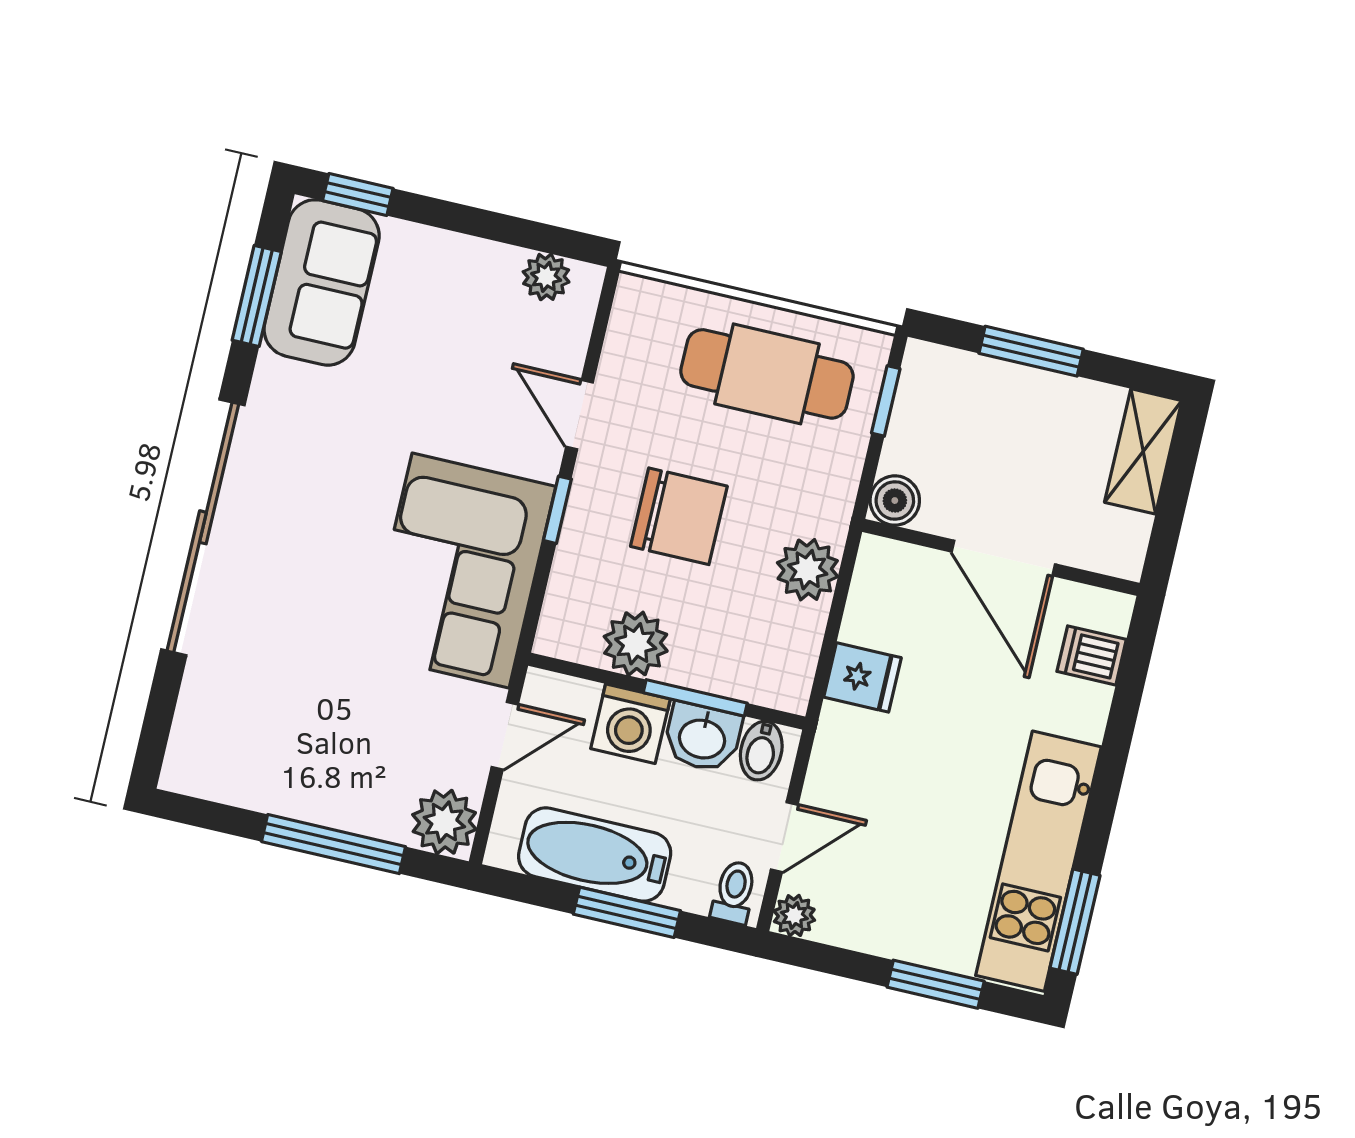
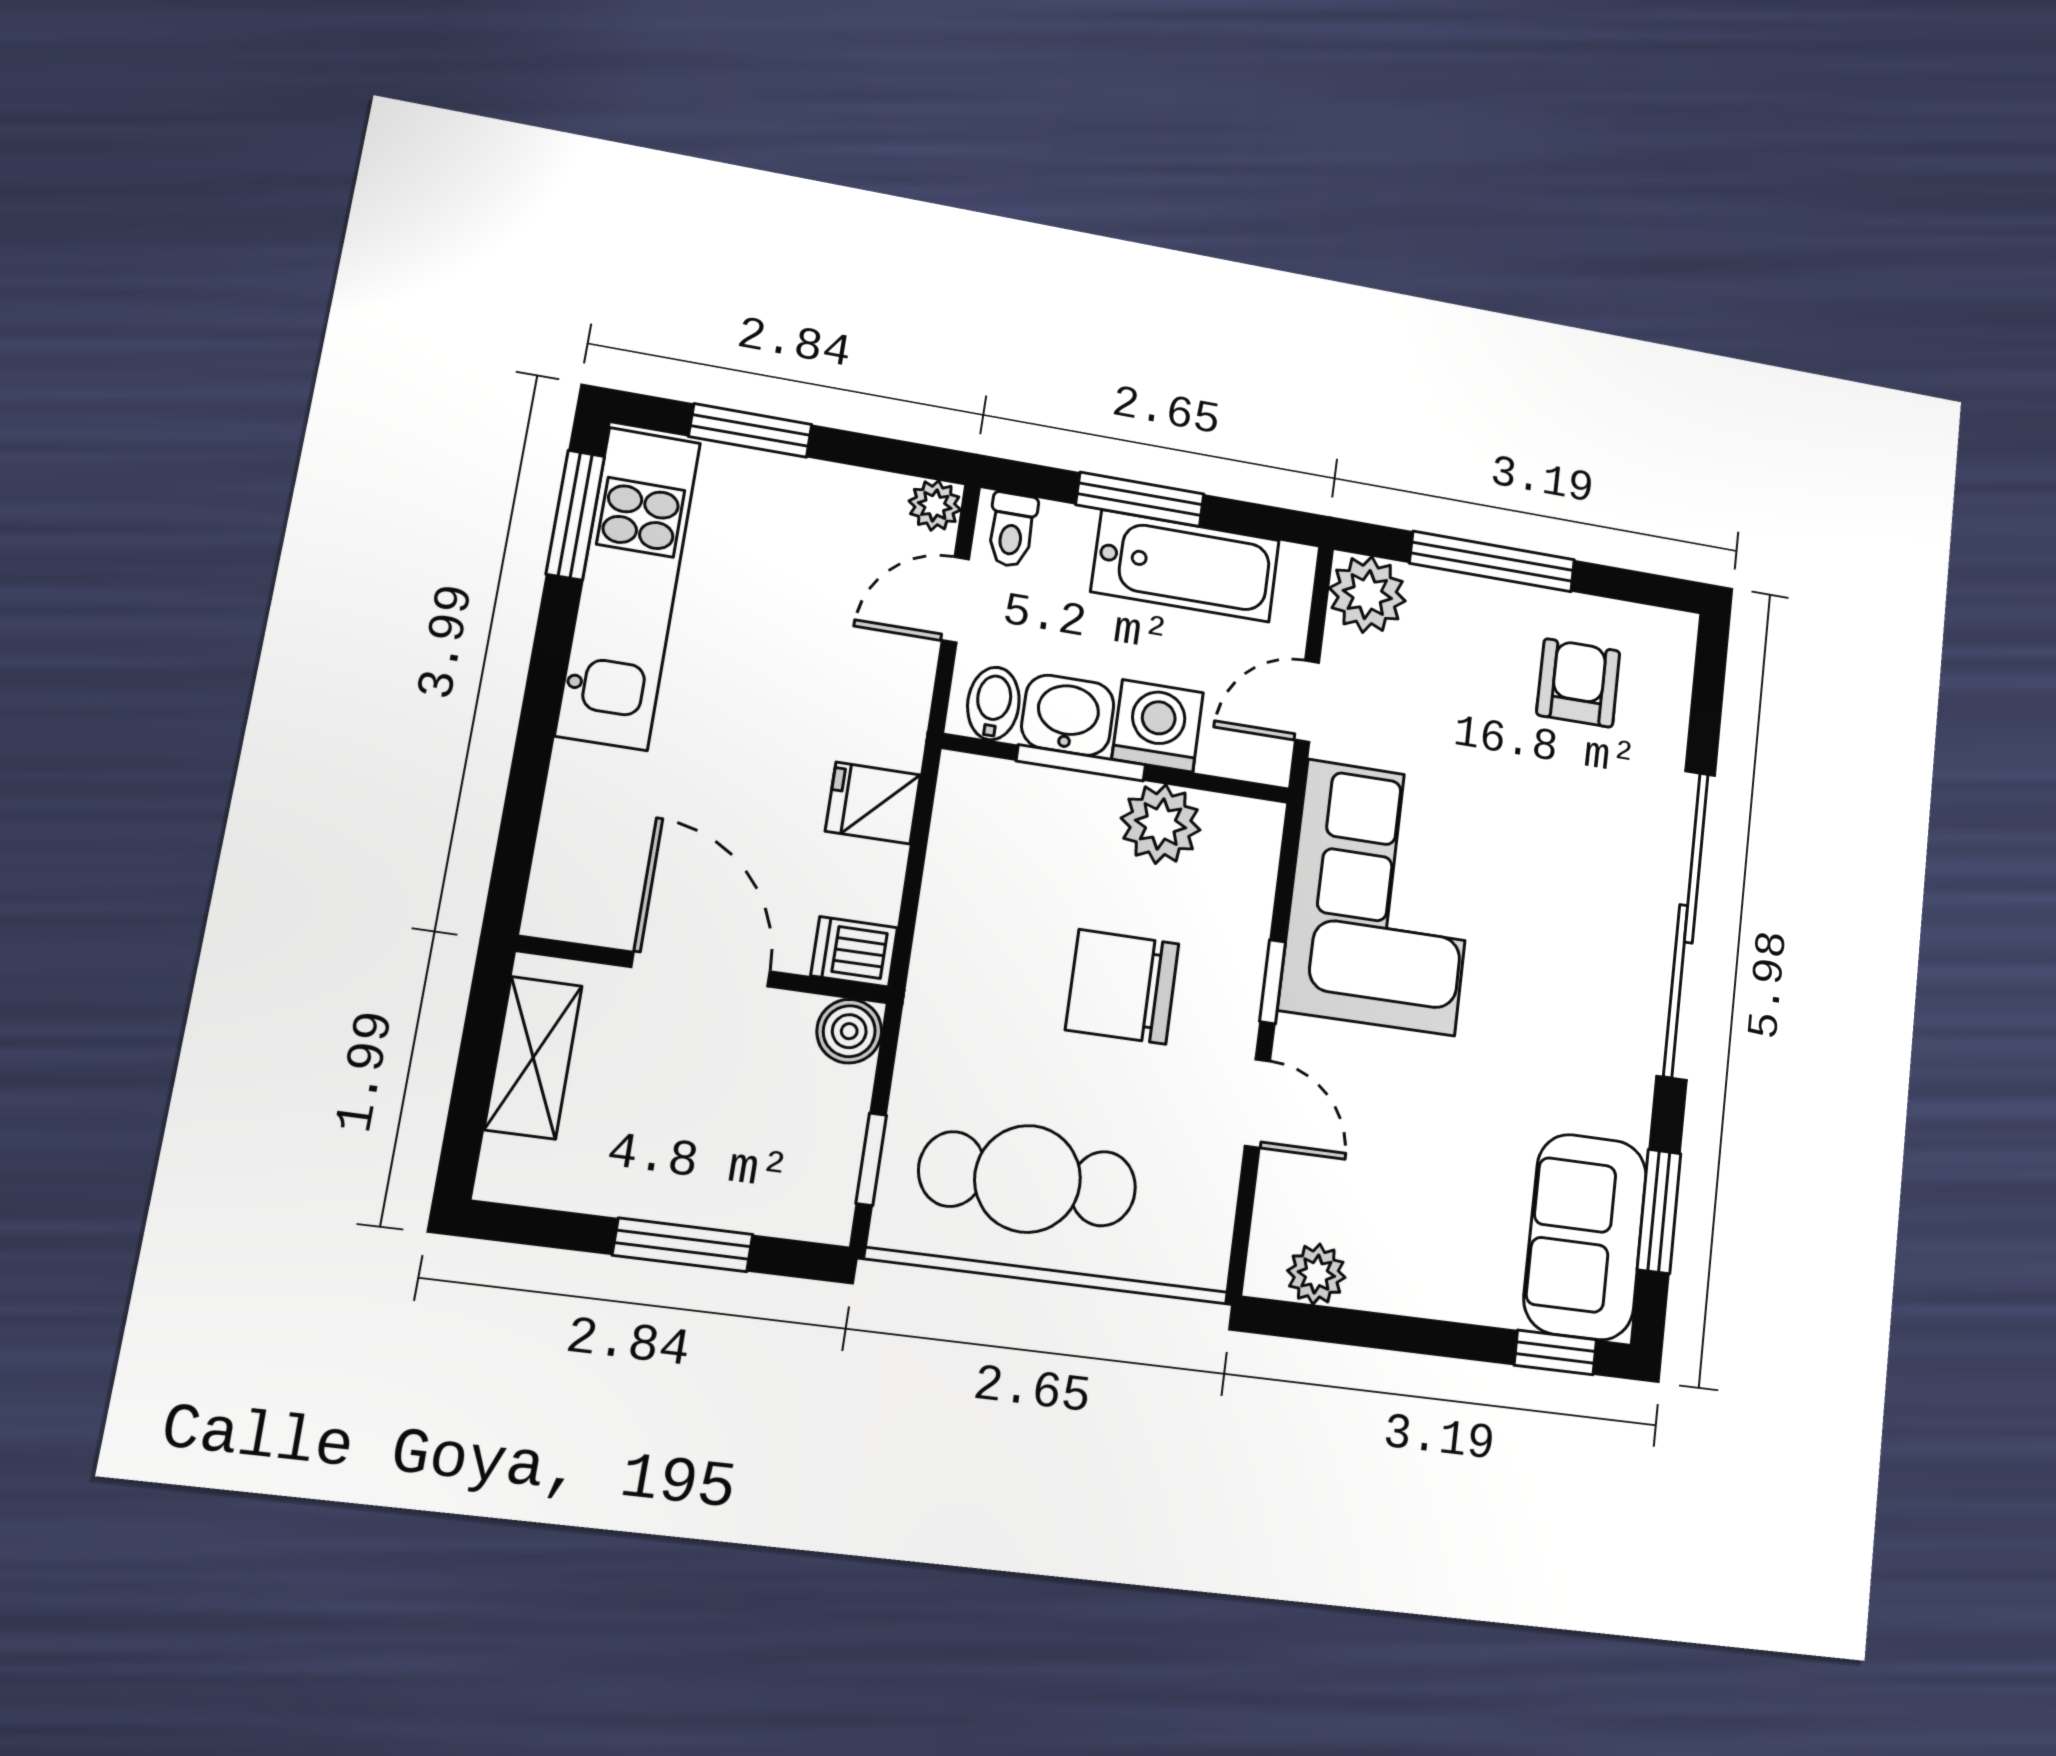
shelving: (1143, 451) -> (533, 1058), moved
plant: (808, 570) -> (954, 933), removed
dishwasher: (1092, 655) -> (854, 952), moved, turned 180
armchair: (271, 736) -> (1578, 683), added

